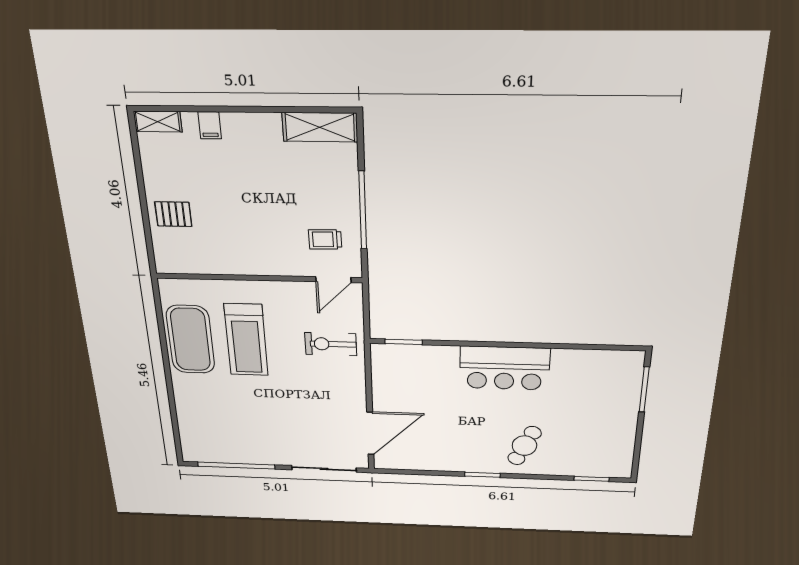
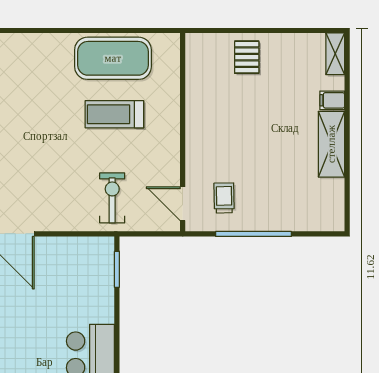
shelving: (320, 127) -> (331, 144), moved
treadmill: (246, 340) -> (114, 114), width x0.73, depth x0.73

